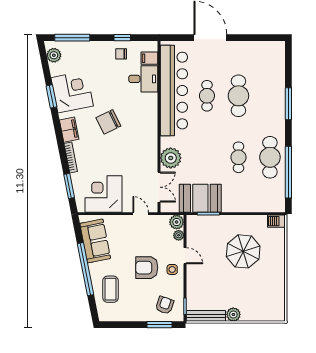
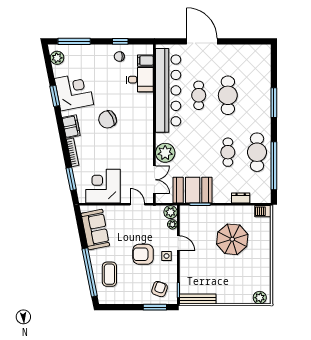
dresser: (252, 207) -> (241, 198), added
window: (86, 269) -> (90, 272), moved
plant: (233, 314) -> (260, 298), moved

